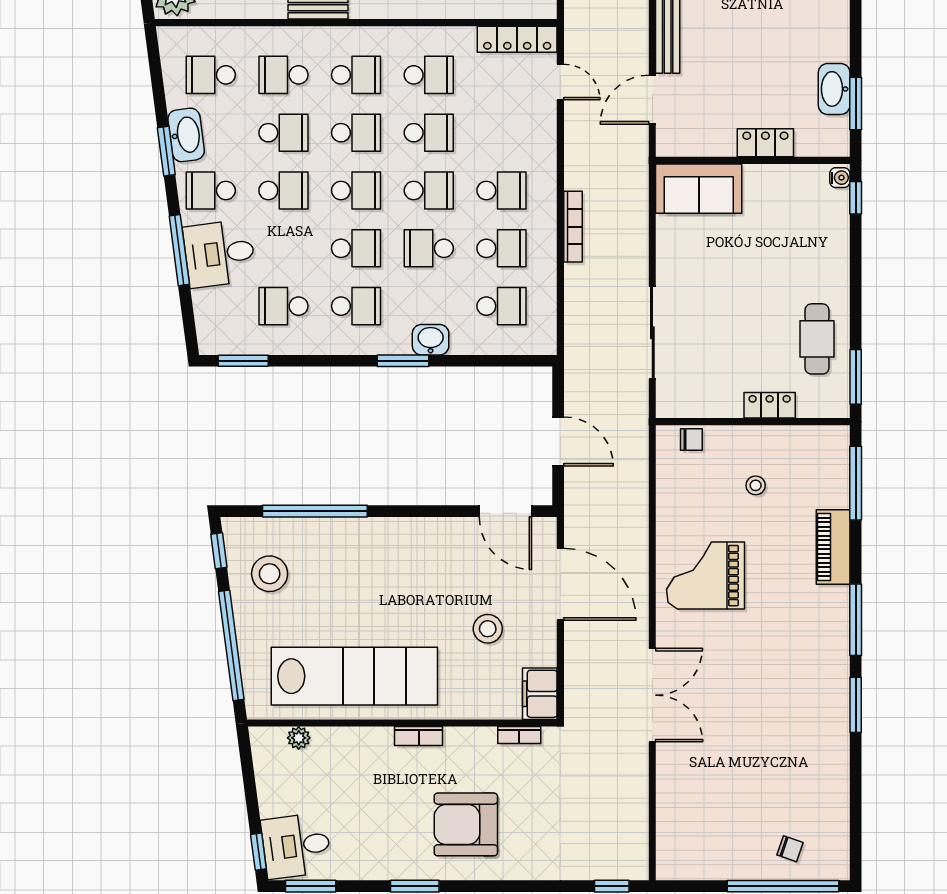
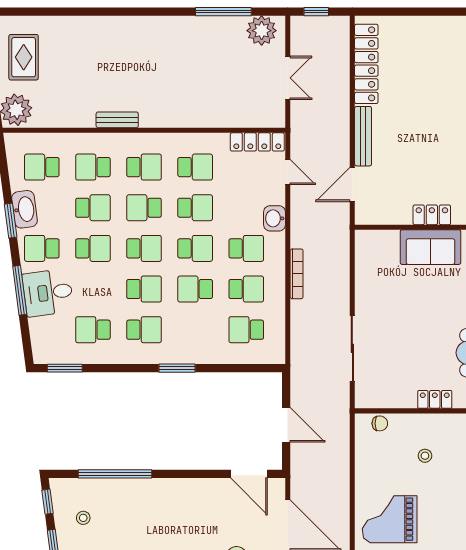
school desk: (356, 133) -> (144, 208), turned 180
sofa: (699, 189) -> (430, 247), moved
school desk: (501, 306) -> (246, 330), turned 180
washbasin: (431, 340) -> (275, 218), moved, turned -90
stool: (270, 574) -> (83, 518), width x0.53, depth x0.53

